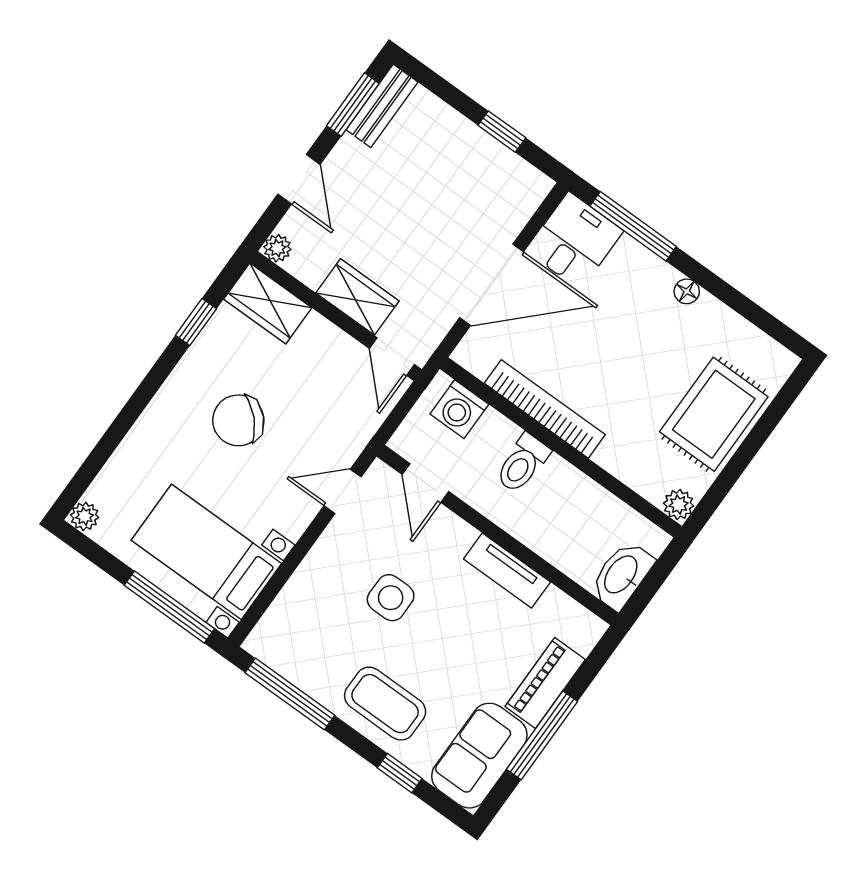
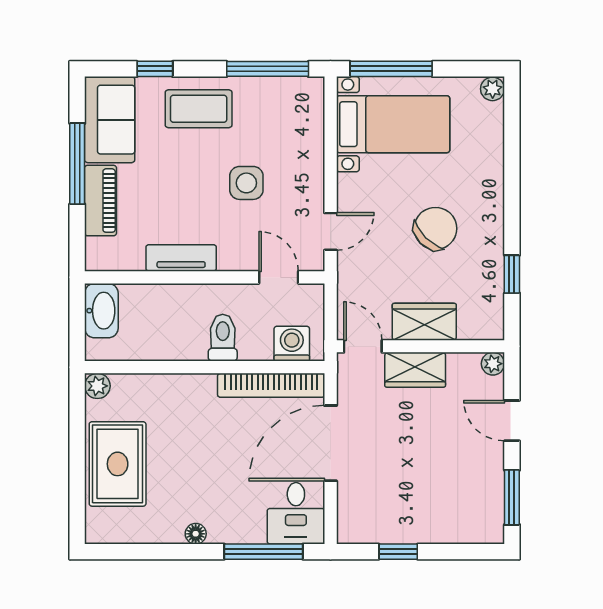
bench: (382, 106) -> (492, 511), removed
wardrobe: (268, 303) -> (424, 322), moved
bookcase: (545, 409) -> (271, 385), moved

